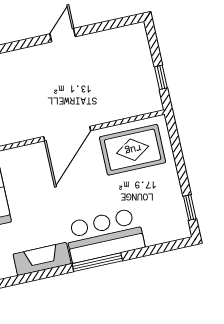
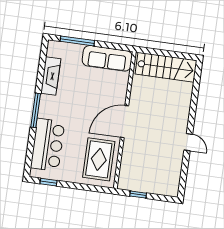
door: (67, 134) -> (125, 122), hinge flipped
bar counter: (105, 235) -> (48, 145), moved

